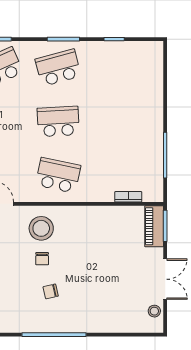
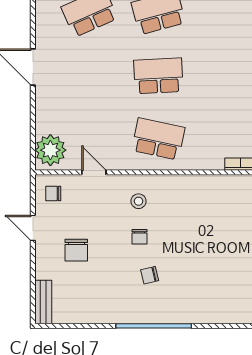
stool: (41, 228) -> (138, 201), width x0.53, depth x0.53

